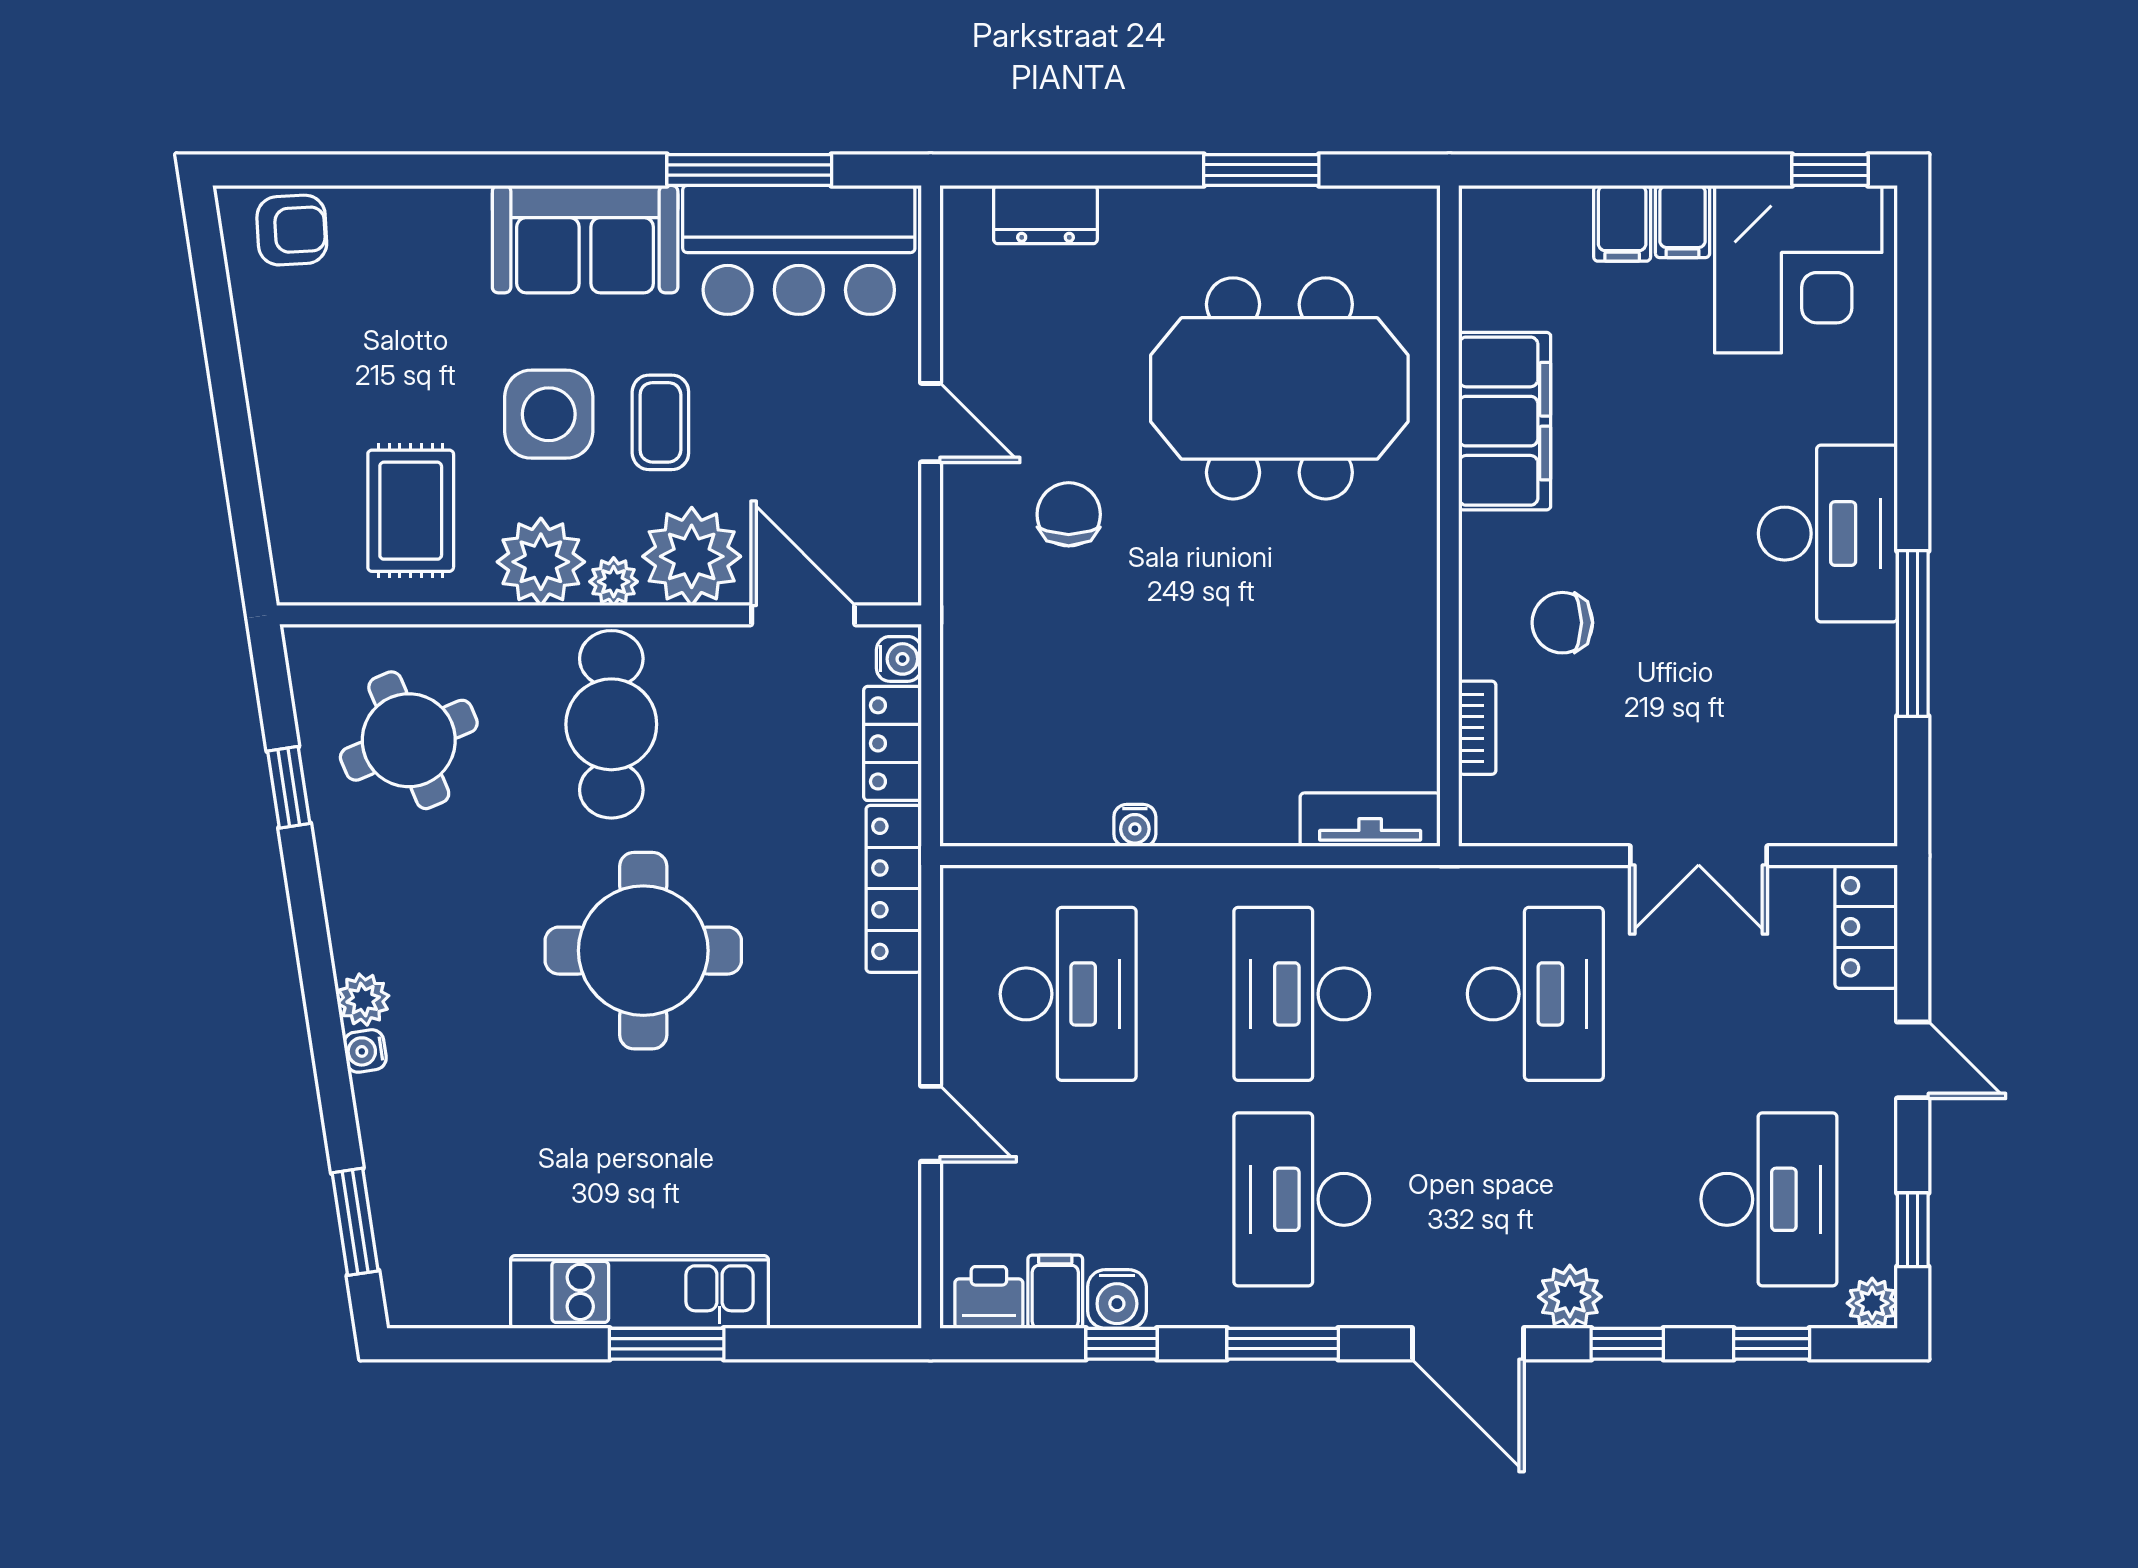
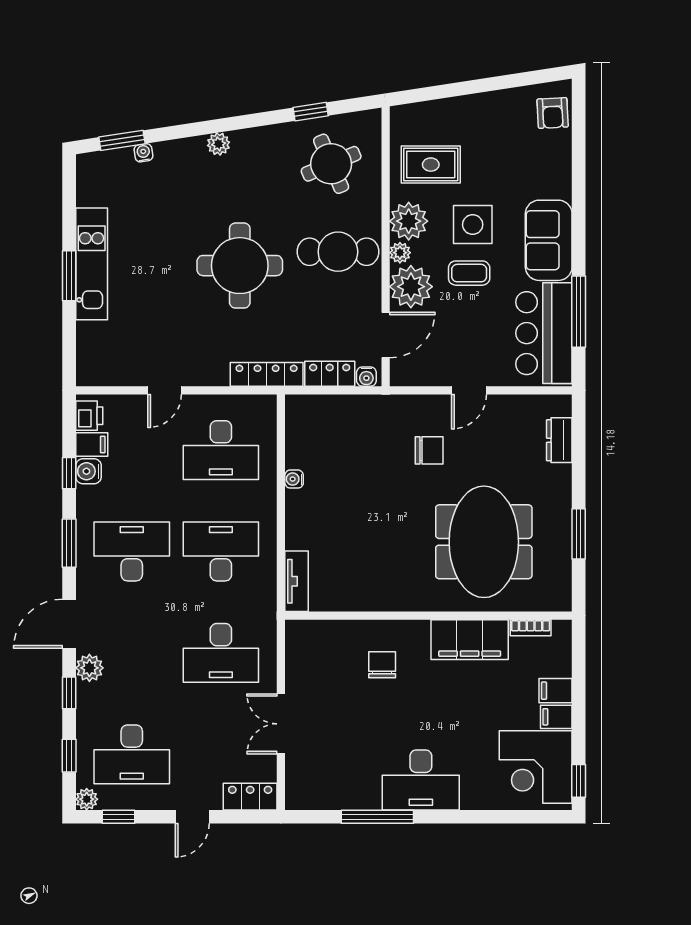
bookcase: (1477, 728) -> (531, 628), moved
water cooler: (365, 1051) -> (143, 153), moved

